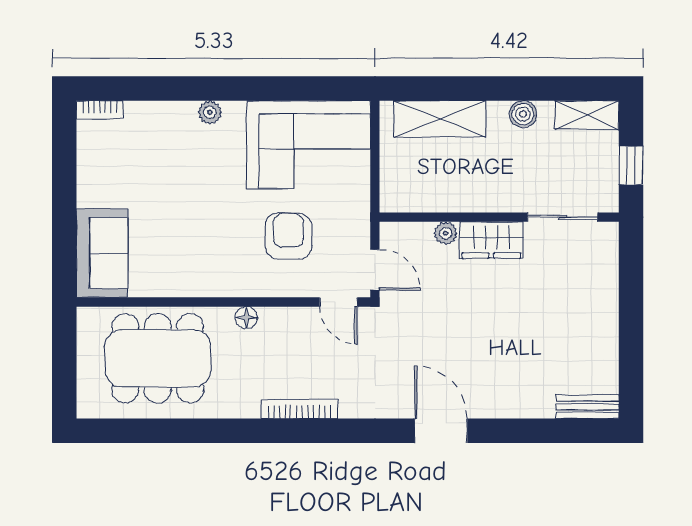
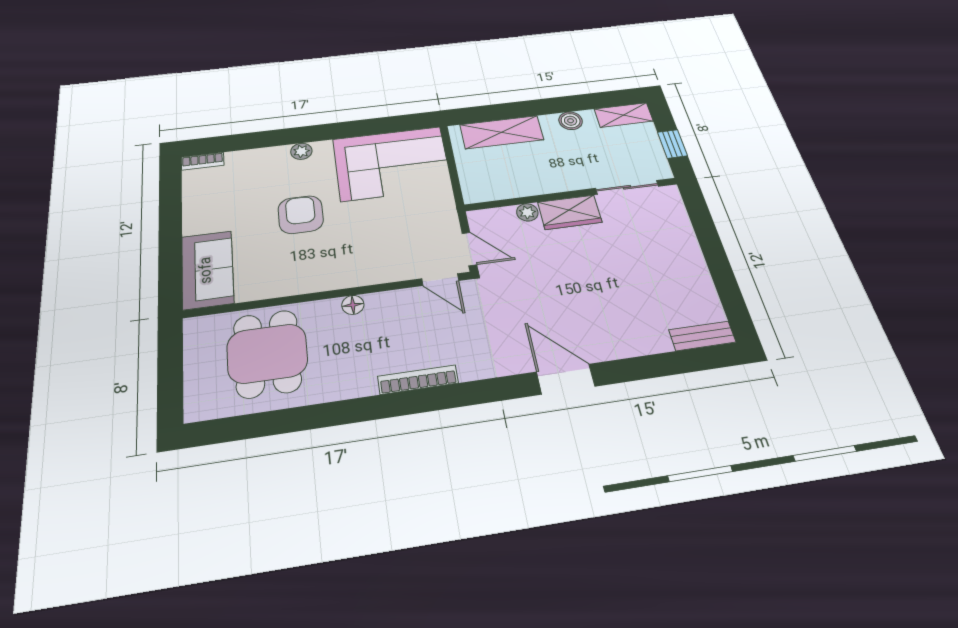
armchair: (288, 236) -> (301, 215), moved
dining table: (158, 358) -> (267, 353), width x0.73

